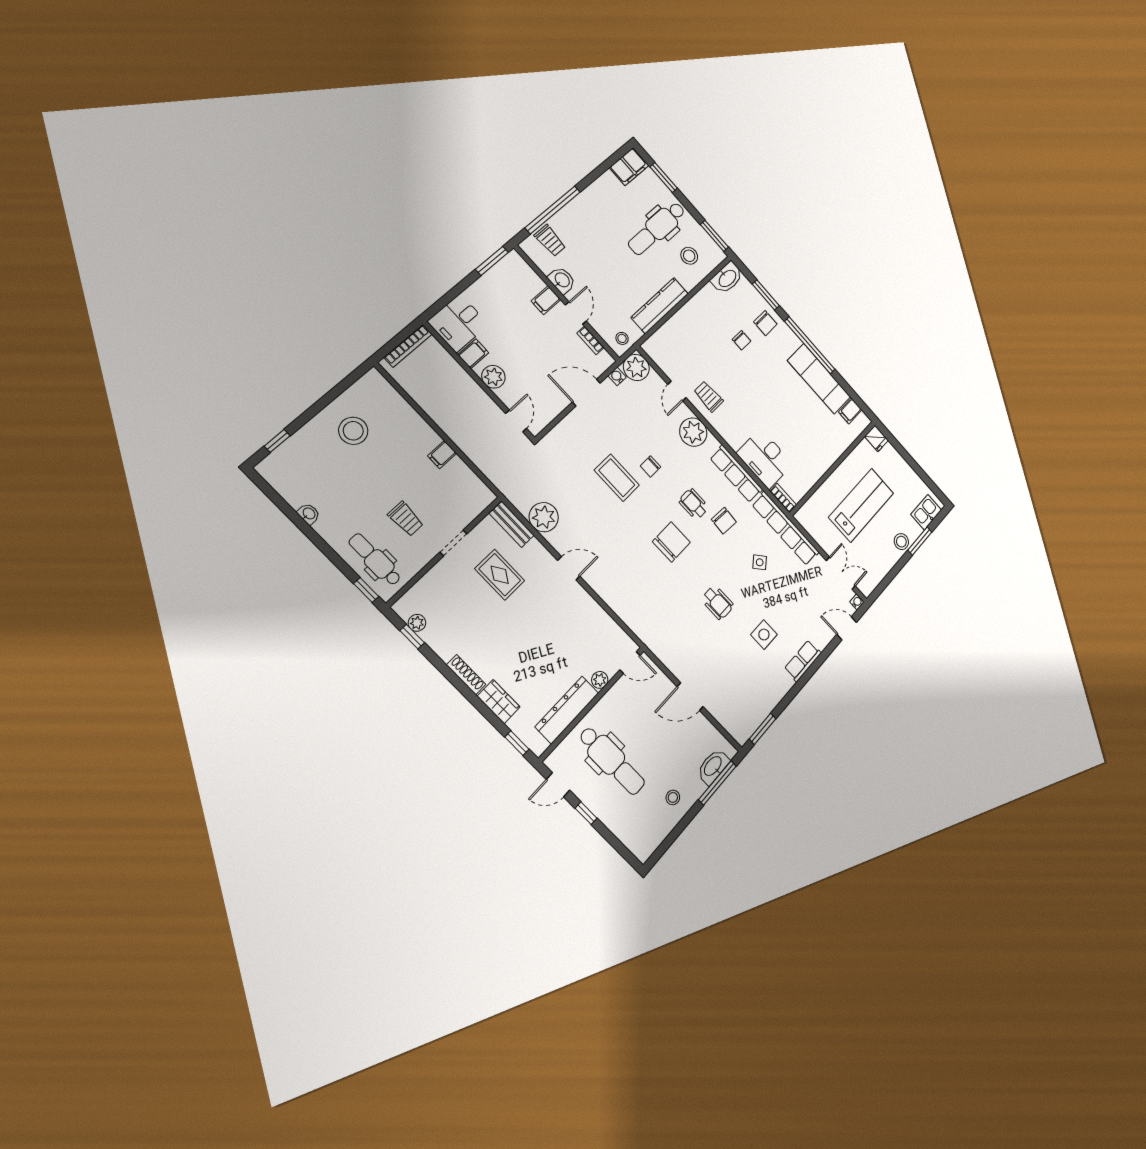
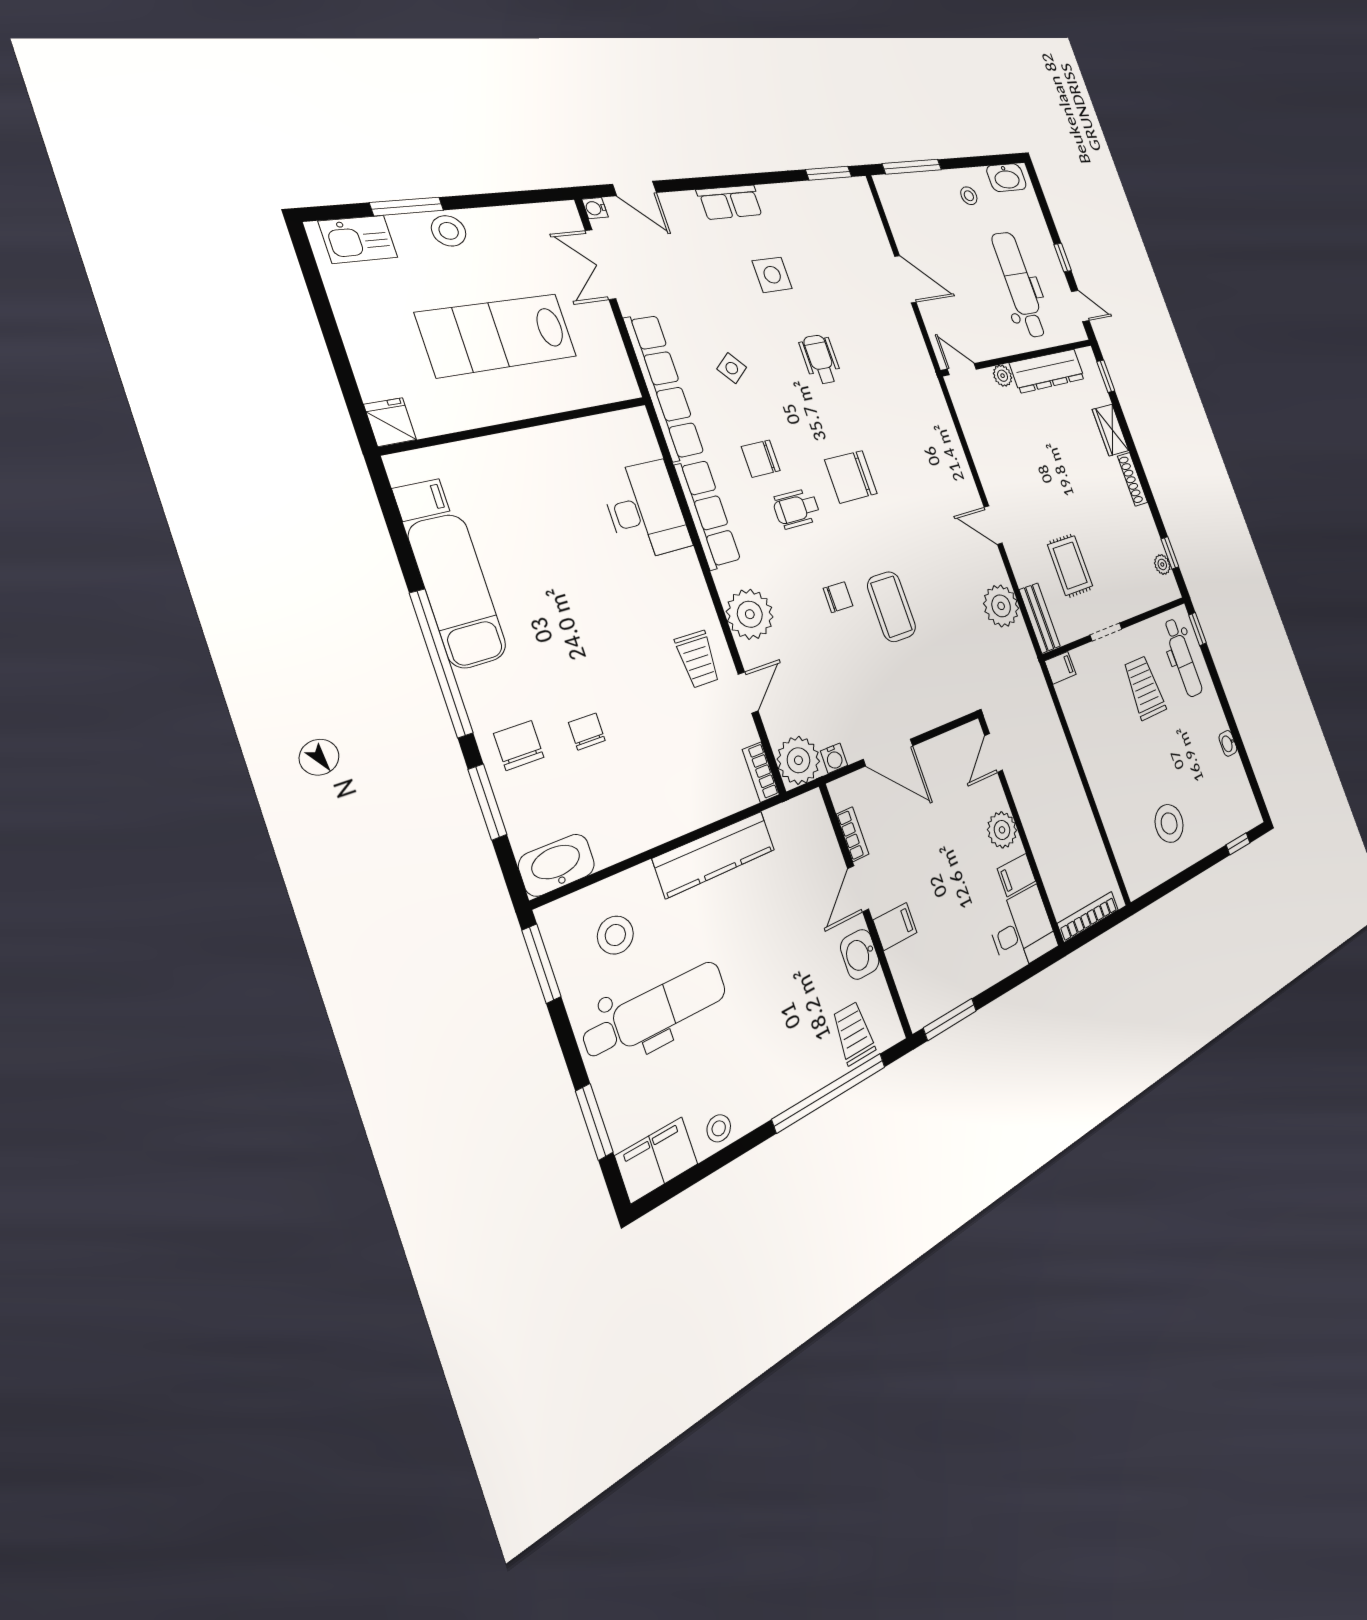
stool: (622, 338) -> (719, 1128), moved
filing cabinet: (442, 455) -> (1060, 668), moved
bookcase: (783, 498) -> (761, 772), moved
wheelchair: (694, 504) -> (797, 509), turned 90
trolley: (406, 519) -> (1145, 688), width x1.36, depth x1.39
chair: (724, 521) -> (761, 459), turned -94
washbasin: (713, 766) -> (1006, 178), moved

